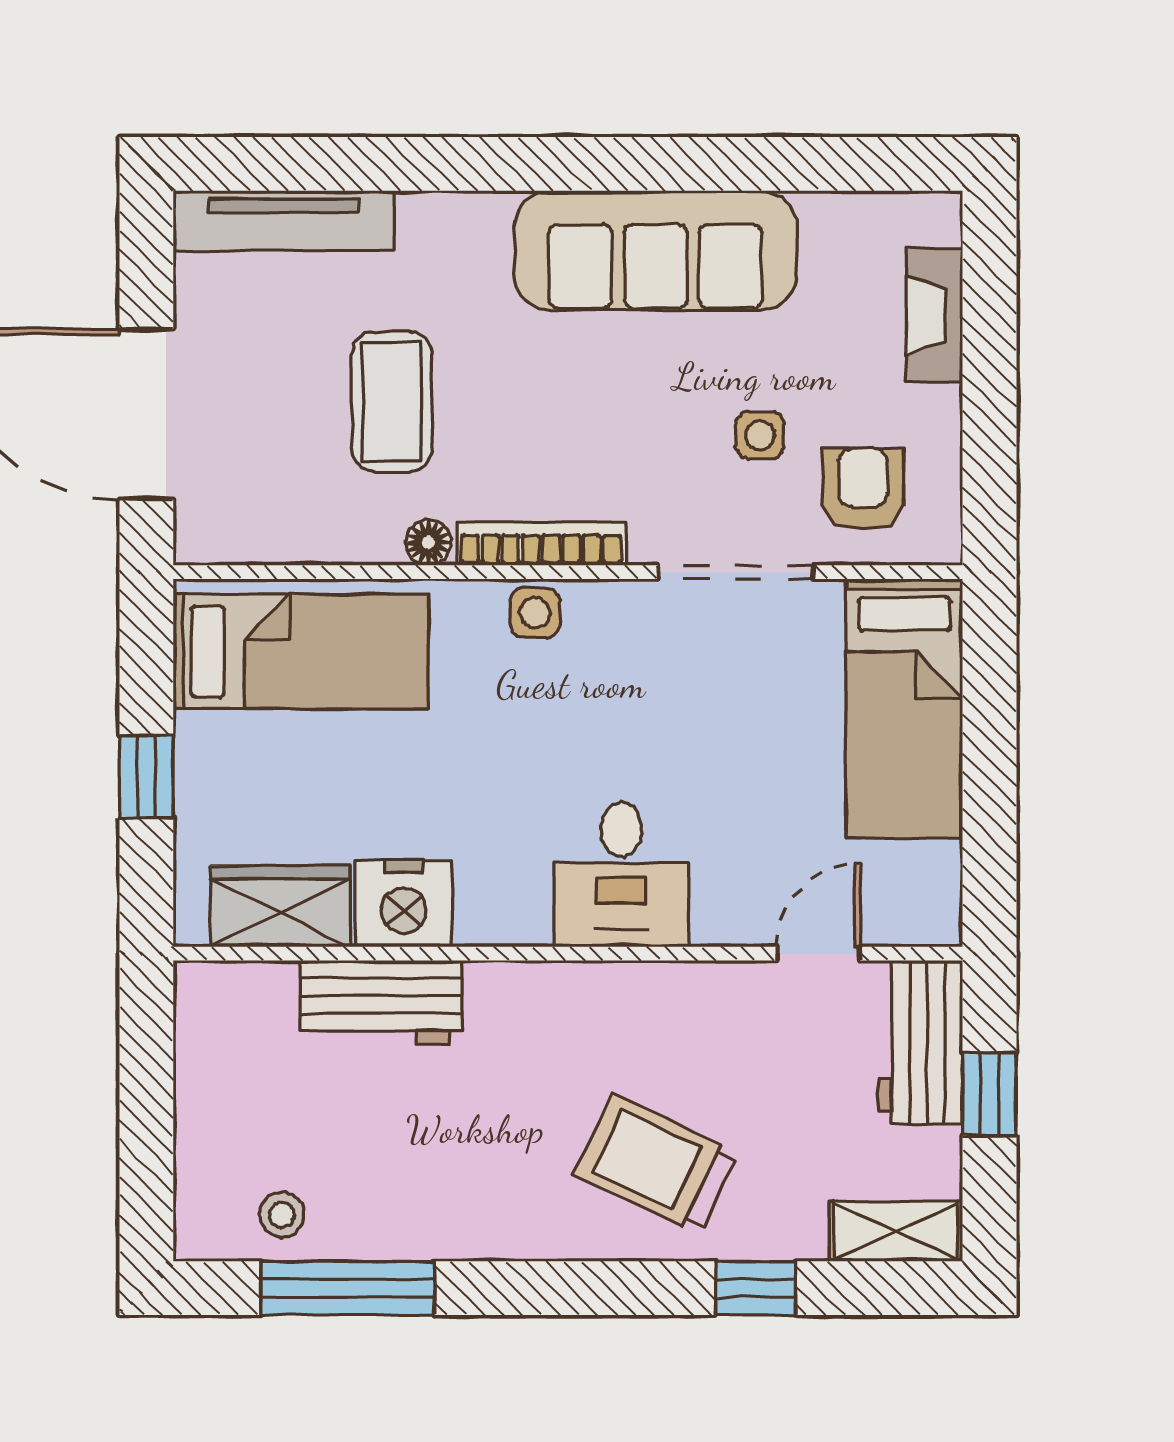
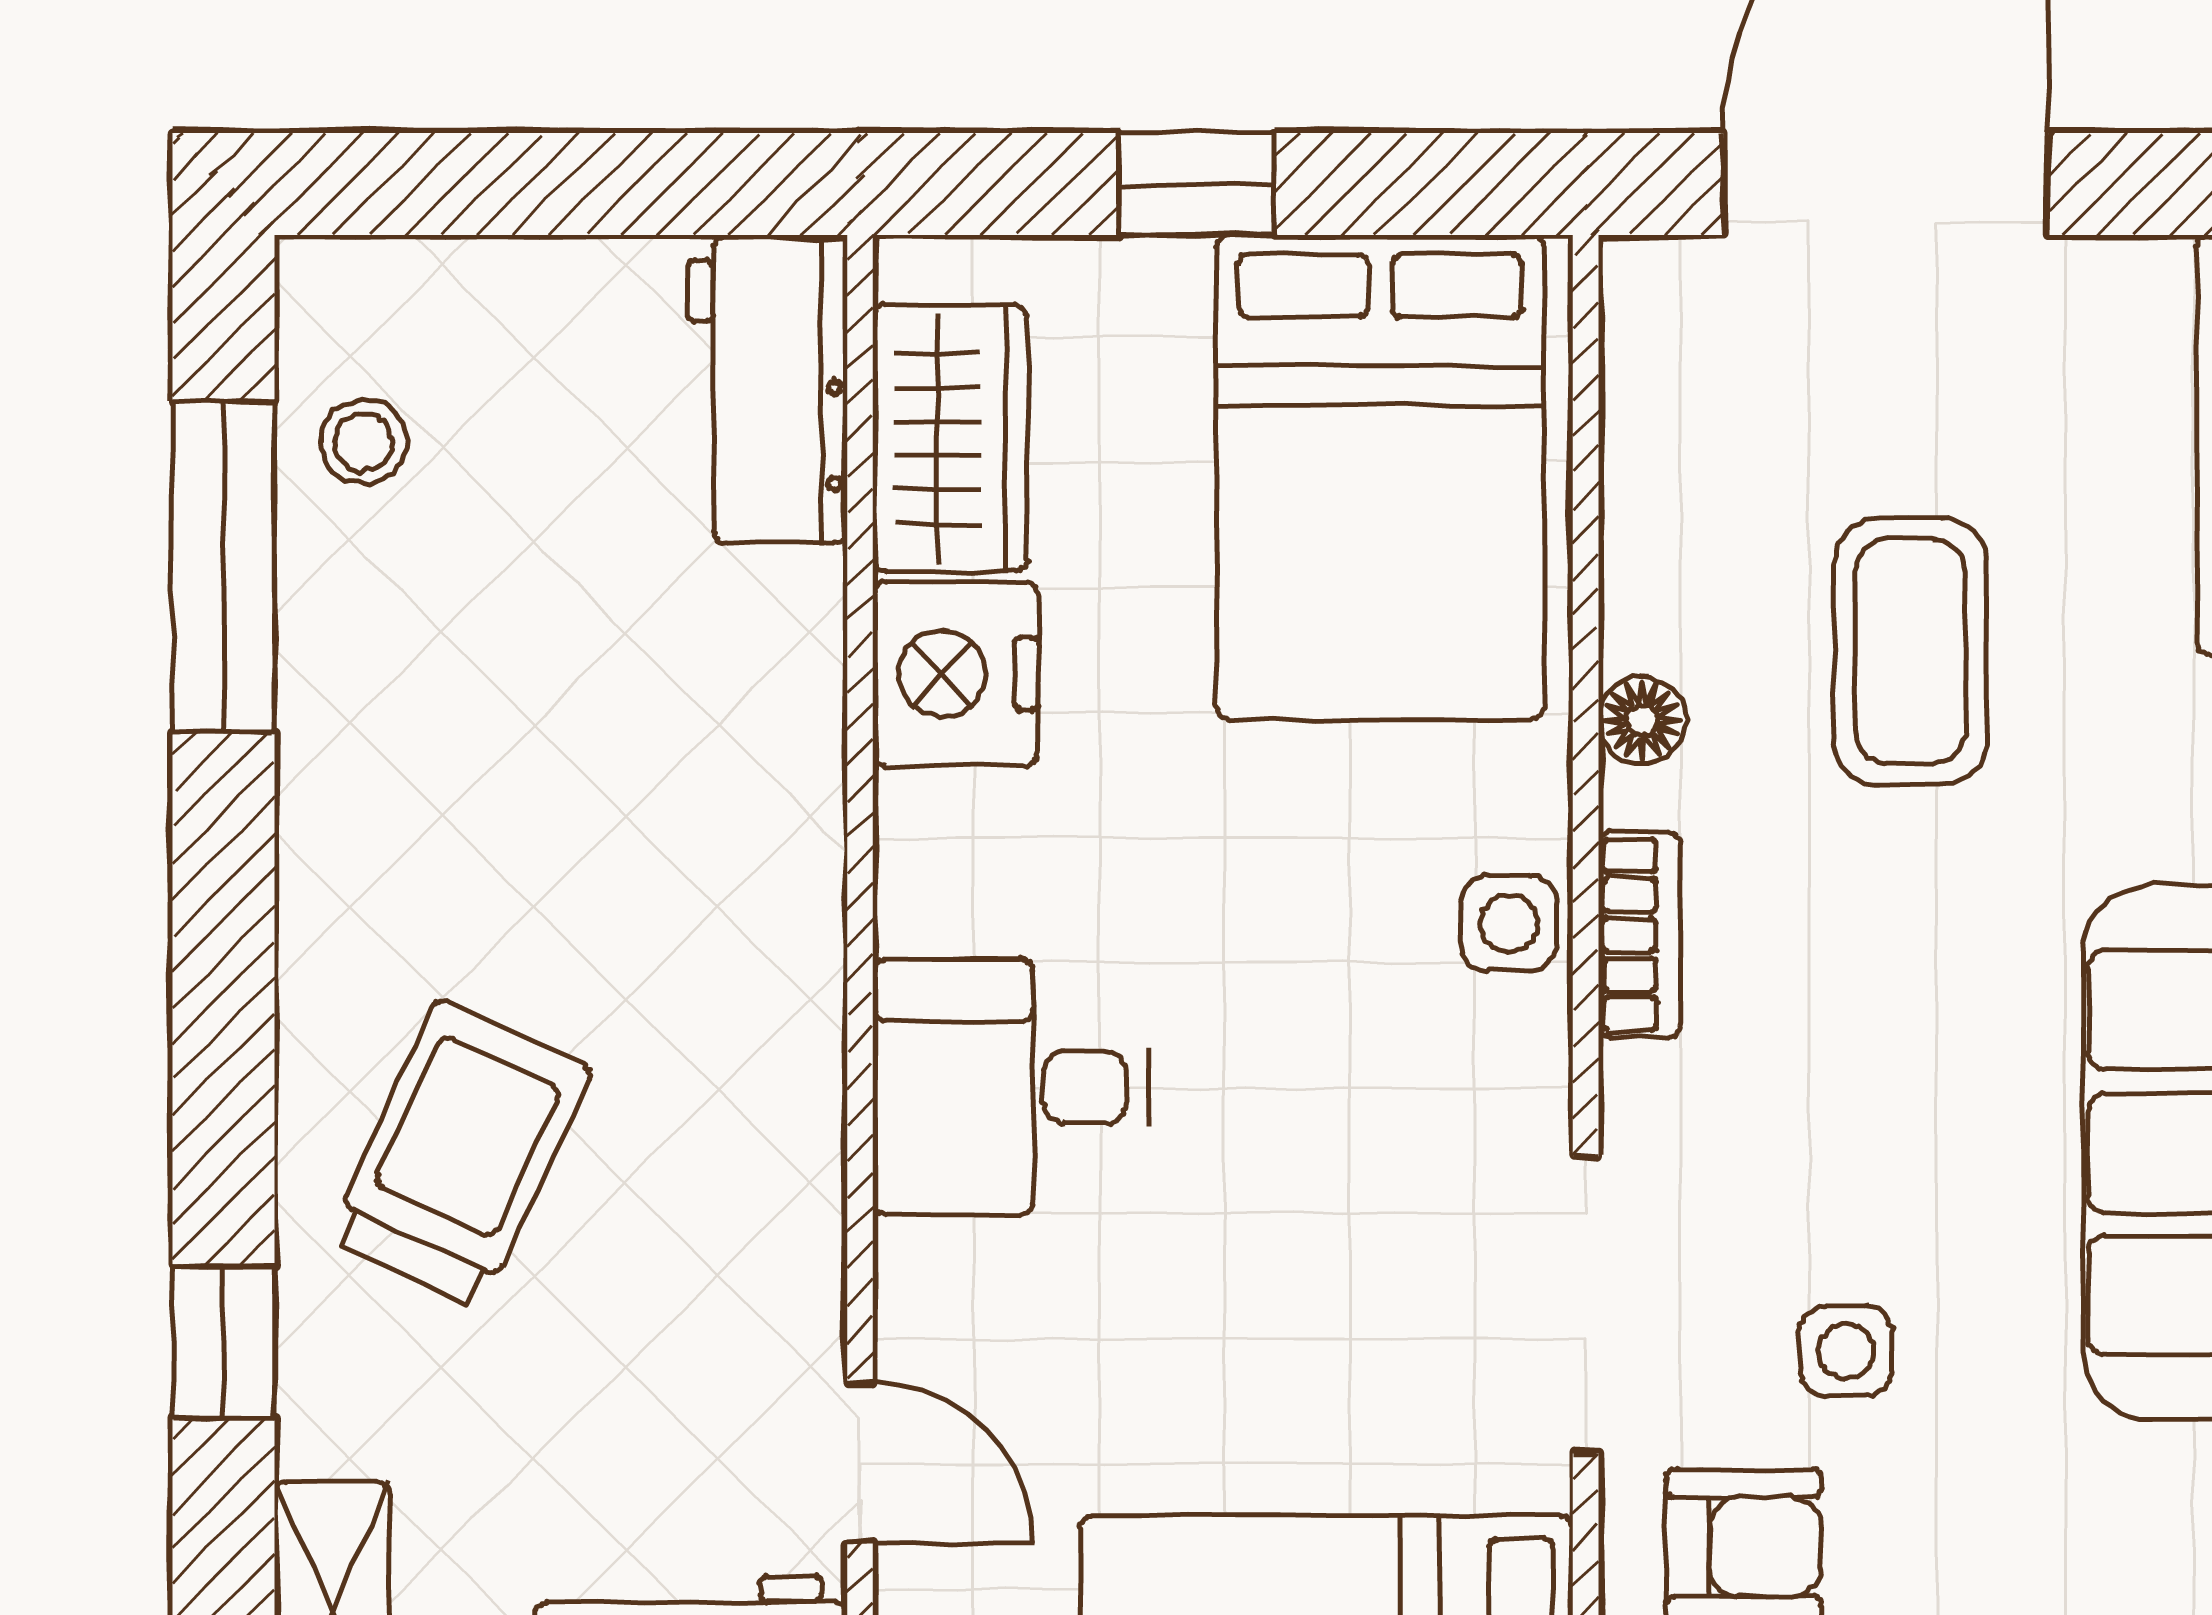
coffee table: (392, 401) -> (1910, 651), turned 90
bookcase: (541, 544) -> (1639, 935), width x0.64
bed: (301, 651) -> (1380, 477), width x1.50
workbench: (381, 1002) -> (768, 389), moved

